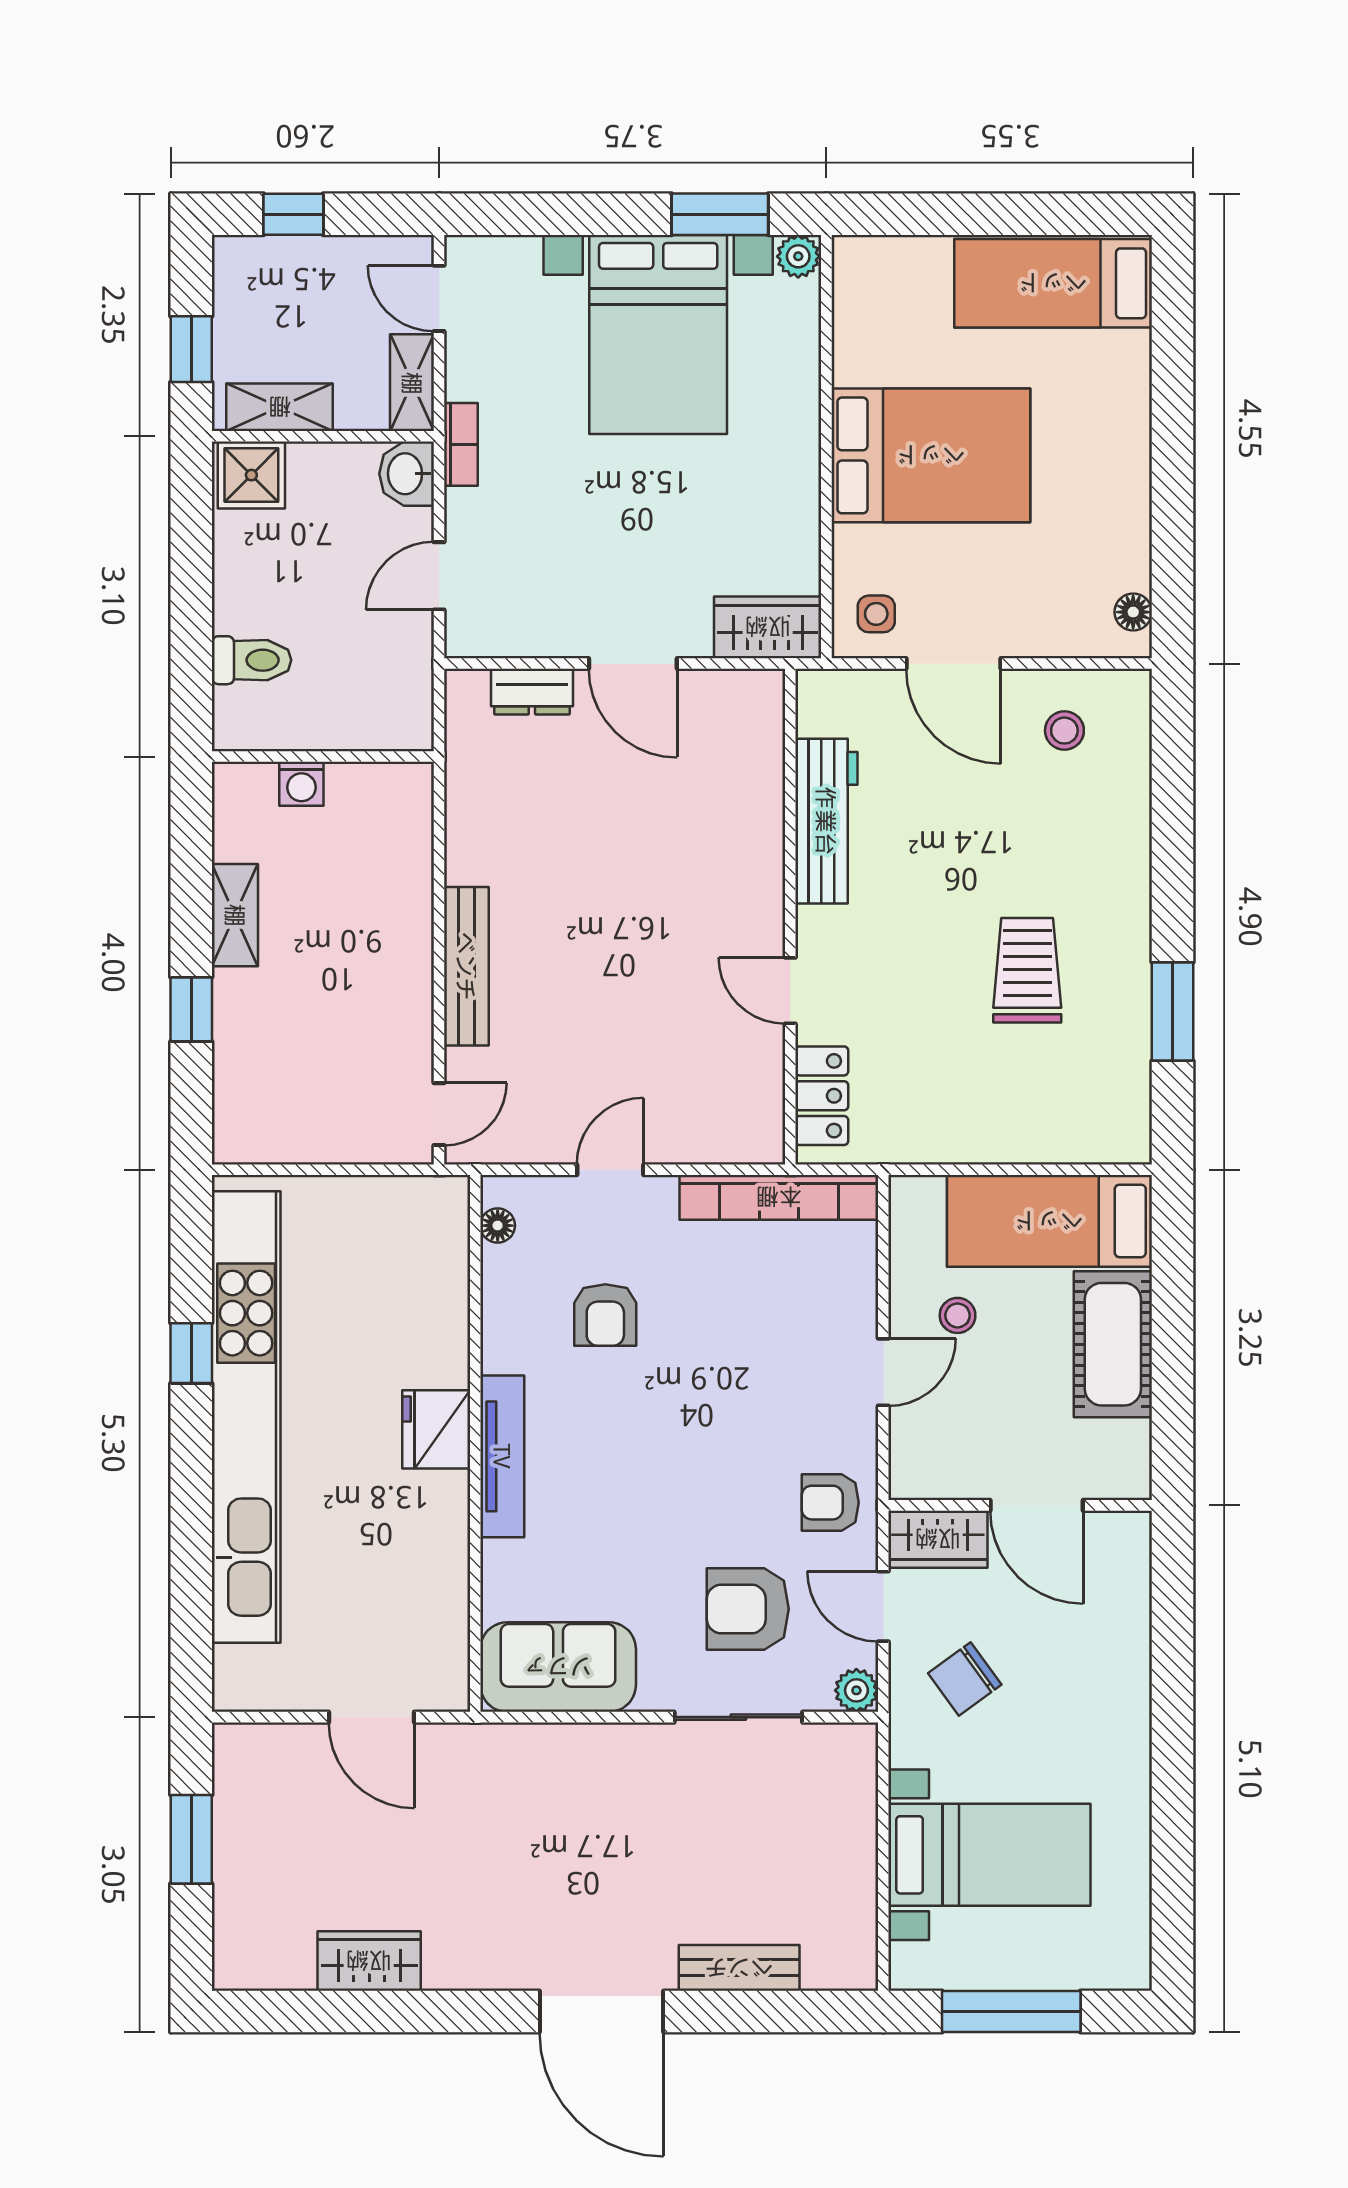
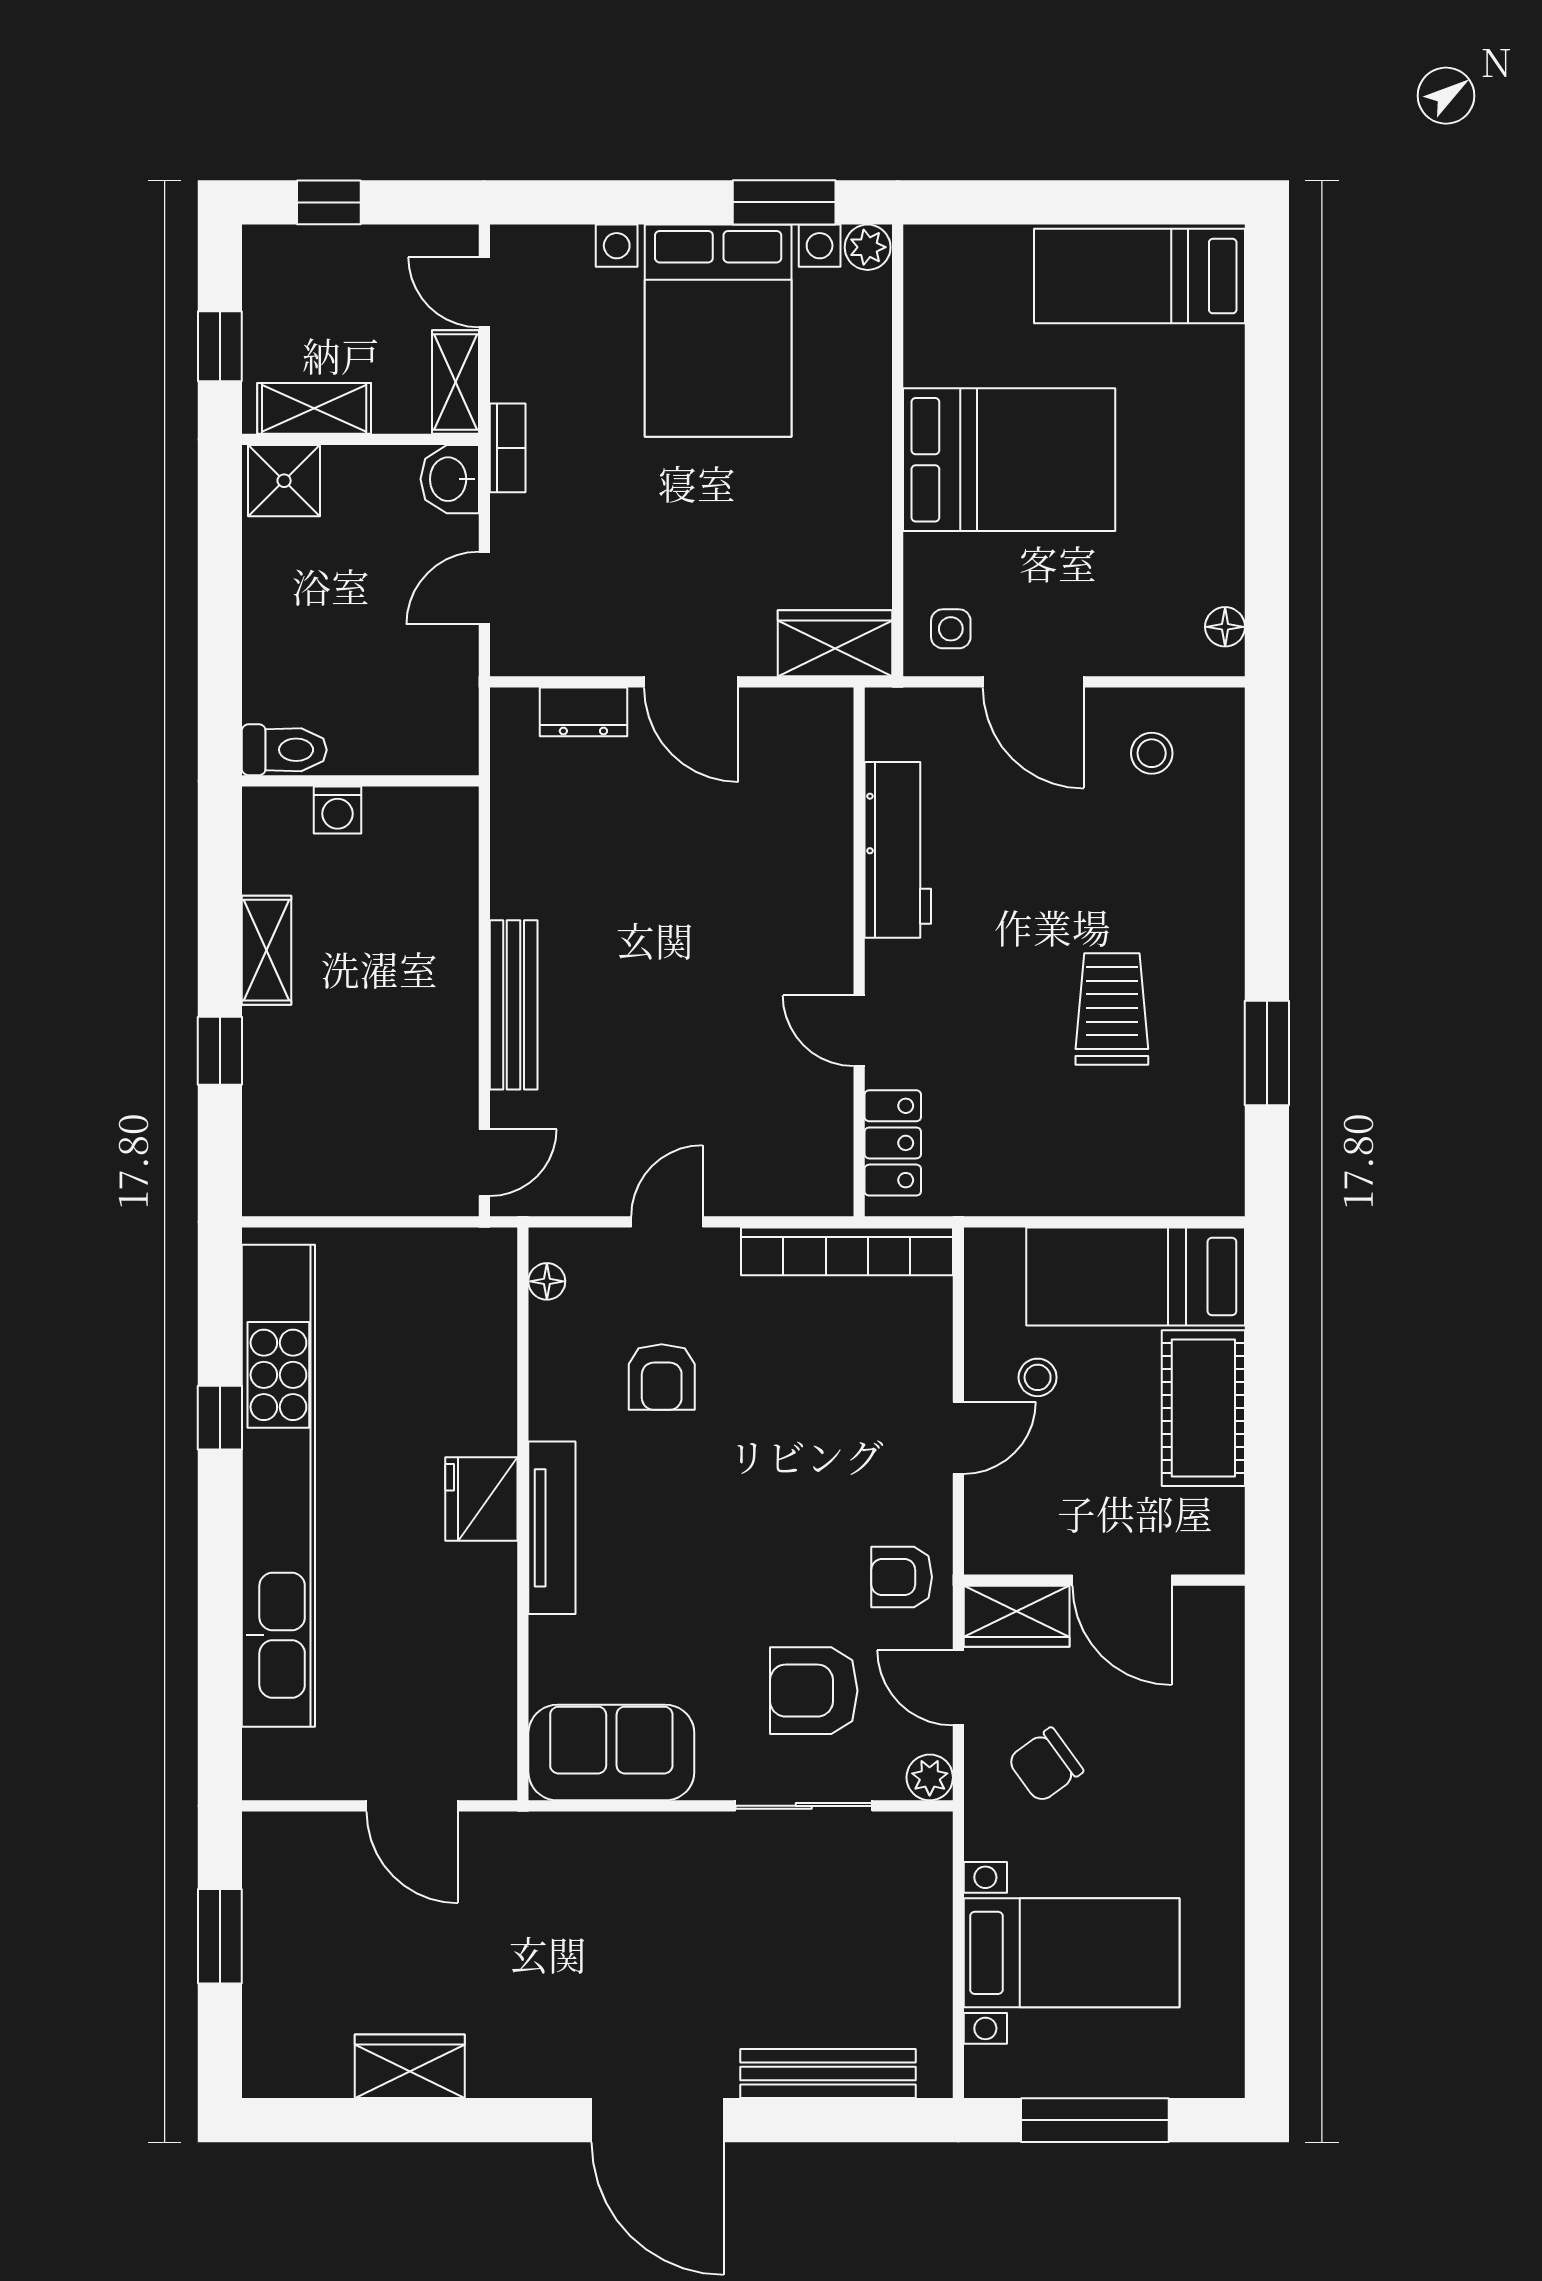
toilet: (251, 660) -> (284, 750), moved
bench: (739, 1968) -> (828, 2073), width x1.36

